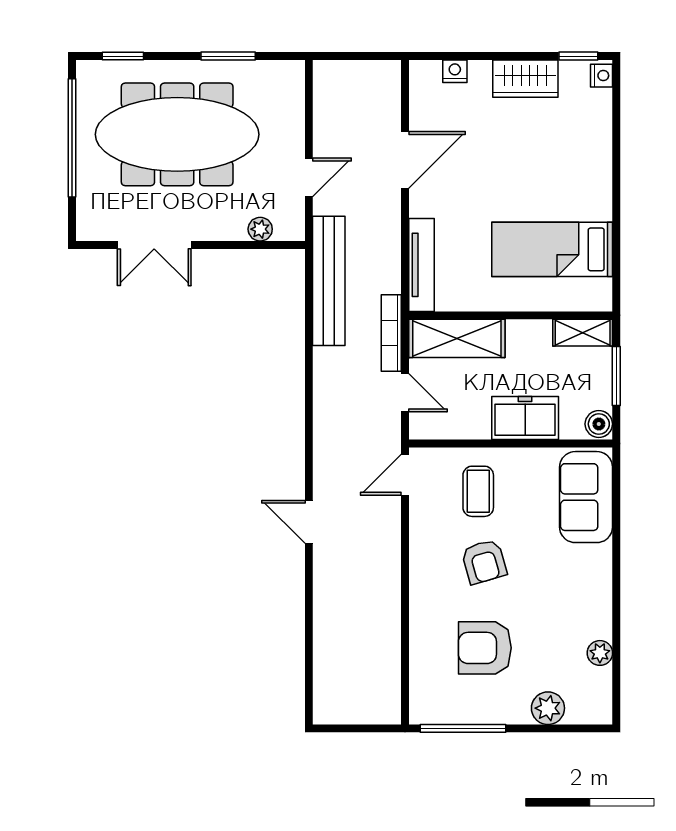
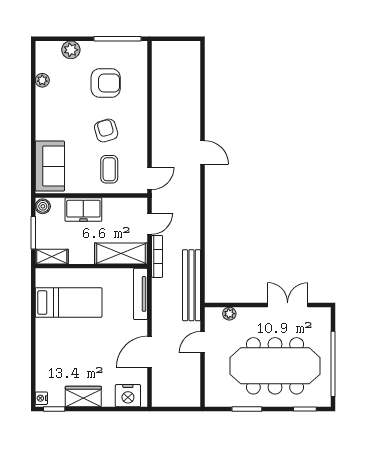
nightstand: (455, 71) -> (128, 396), width x1.89, depth x1.79
door: (405, 393) -> (150, 224), swing flipped

